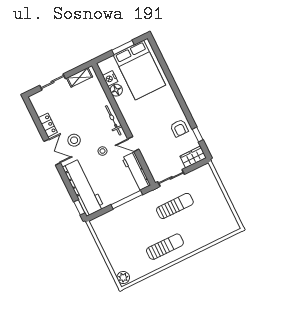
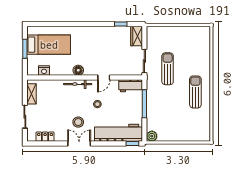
bed: (139, 70) -> (49, 45), width x0.67
floor lamp: (116, 90) -> (78, 70), moved
locker: (48, 125) -> (45, 137), moved
armchair: (179, 128) -> (109, 36), removed
workbench: (136, 172) -> (131, 86), width x0.73
plant: (123, 277) -> (152, 136), moved

